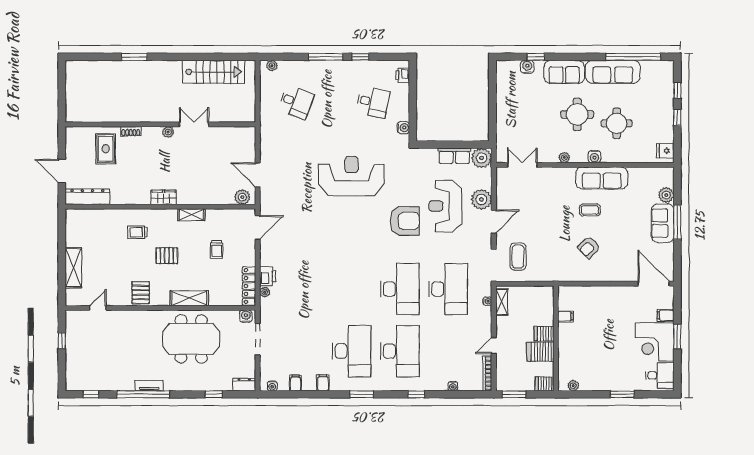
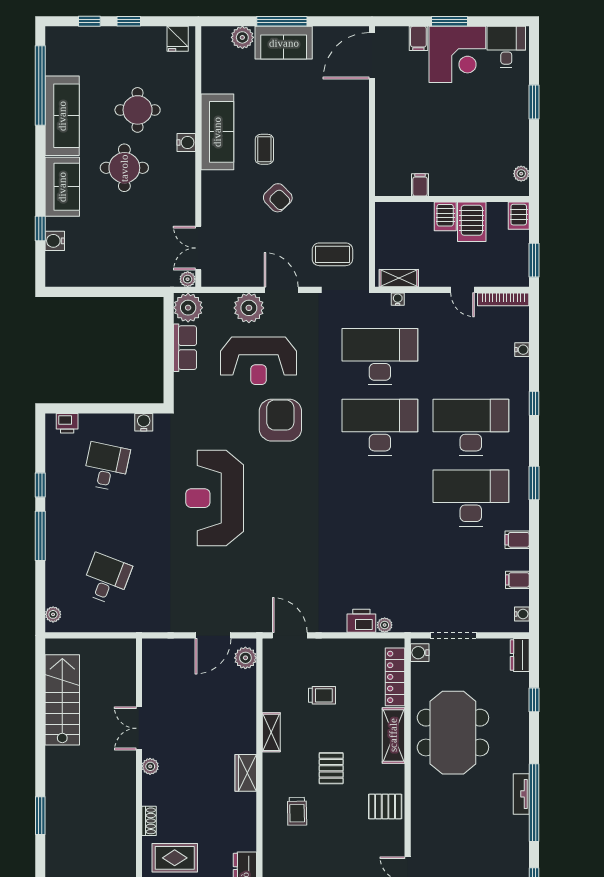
plant: (564, 158) -> (188, 279), moved
armchair: (589, 247) -> (278, 198), moved
locker: (249, 286) -> (395, 677), moved, turned 90

